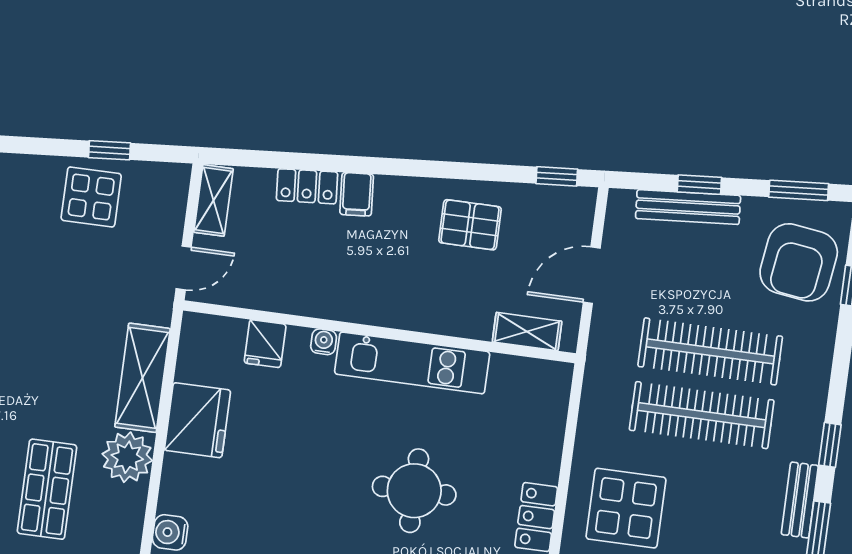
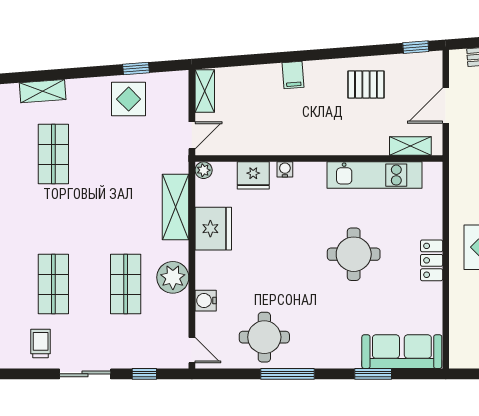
locker: (307, 186) -> (262, 74), removed
plant: (195, 326) -> (204, 170), added
fridge: (265, 344) -> (253, 175), width x1.38
kitchen unit: (412, 363) -> (374, 175), moved
plant: (127, 457) -> (173, 277), moved

